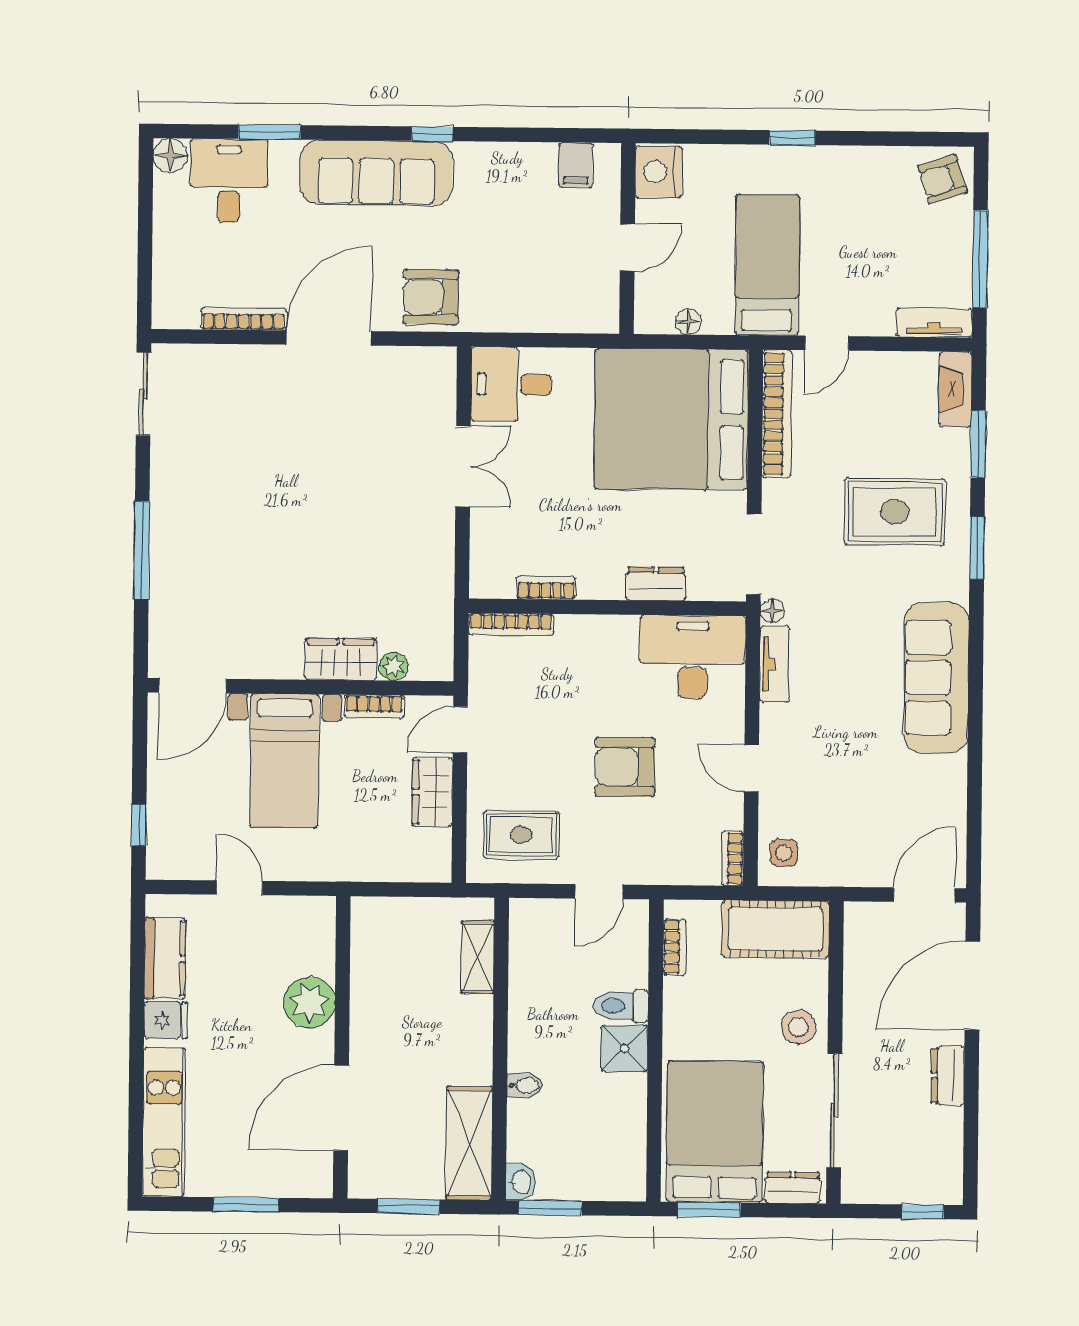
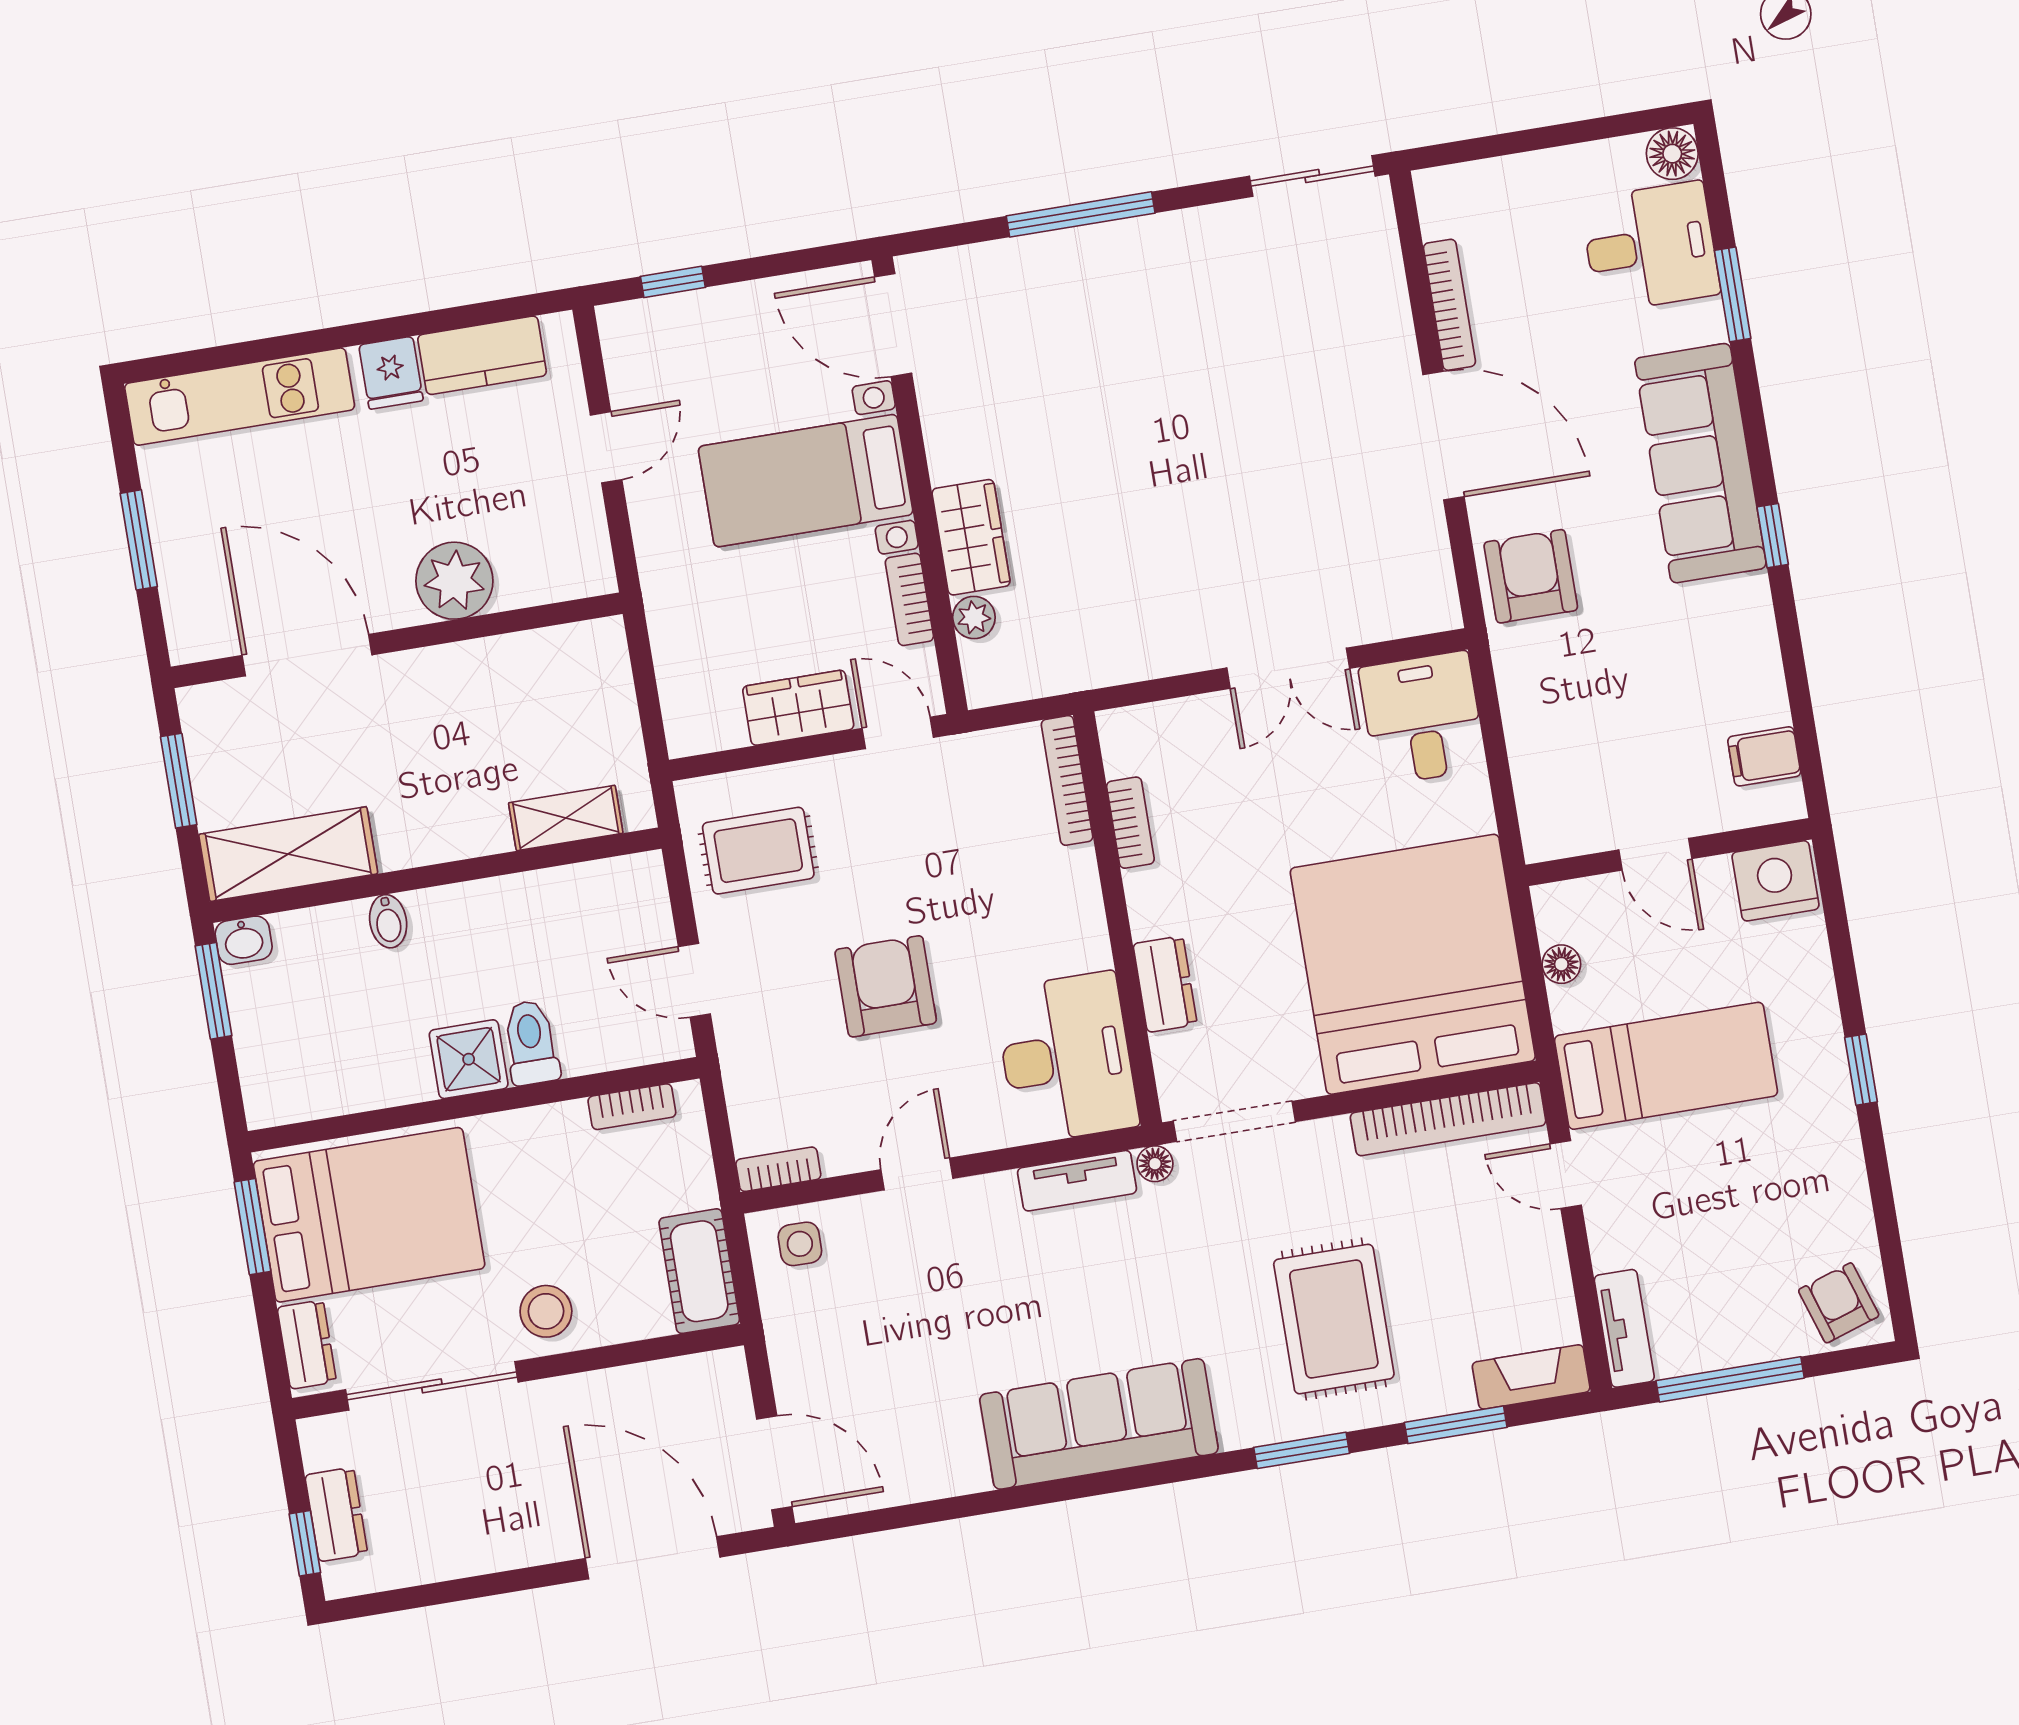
rug: (521, 835) -> (758, 851), turned 90
cot: (776, 929) -> (699, 1271), width x0.73, depth x0.75
dresser: (948, 1076) -> (336, 1514), moved, turned 90

